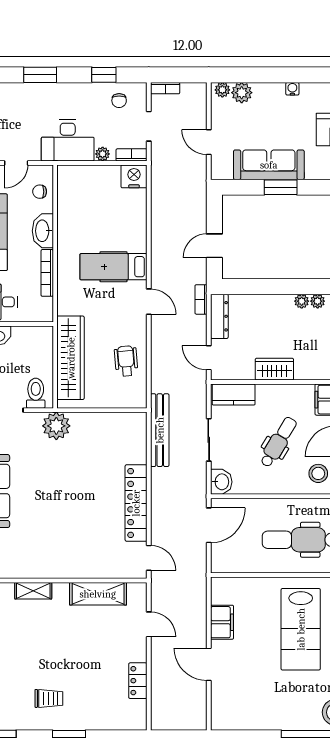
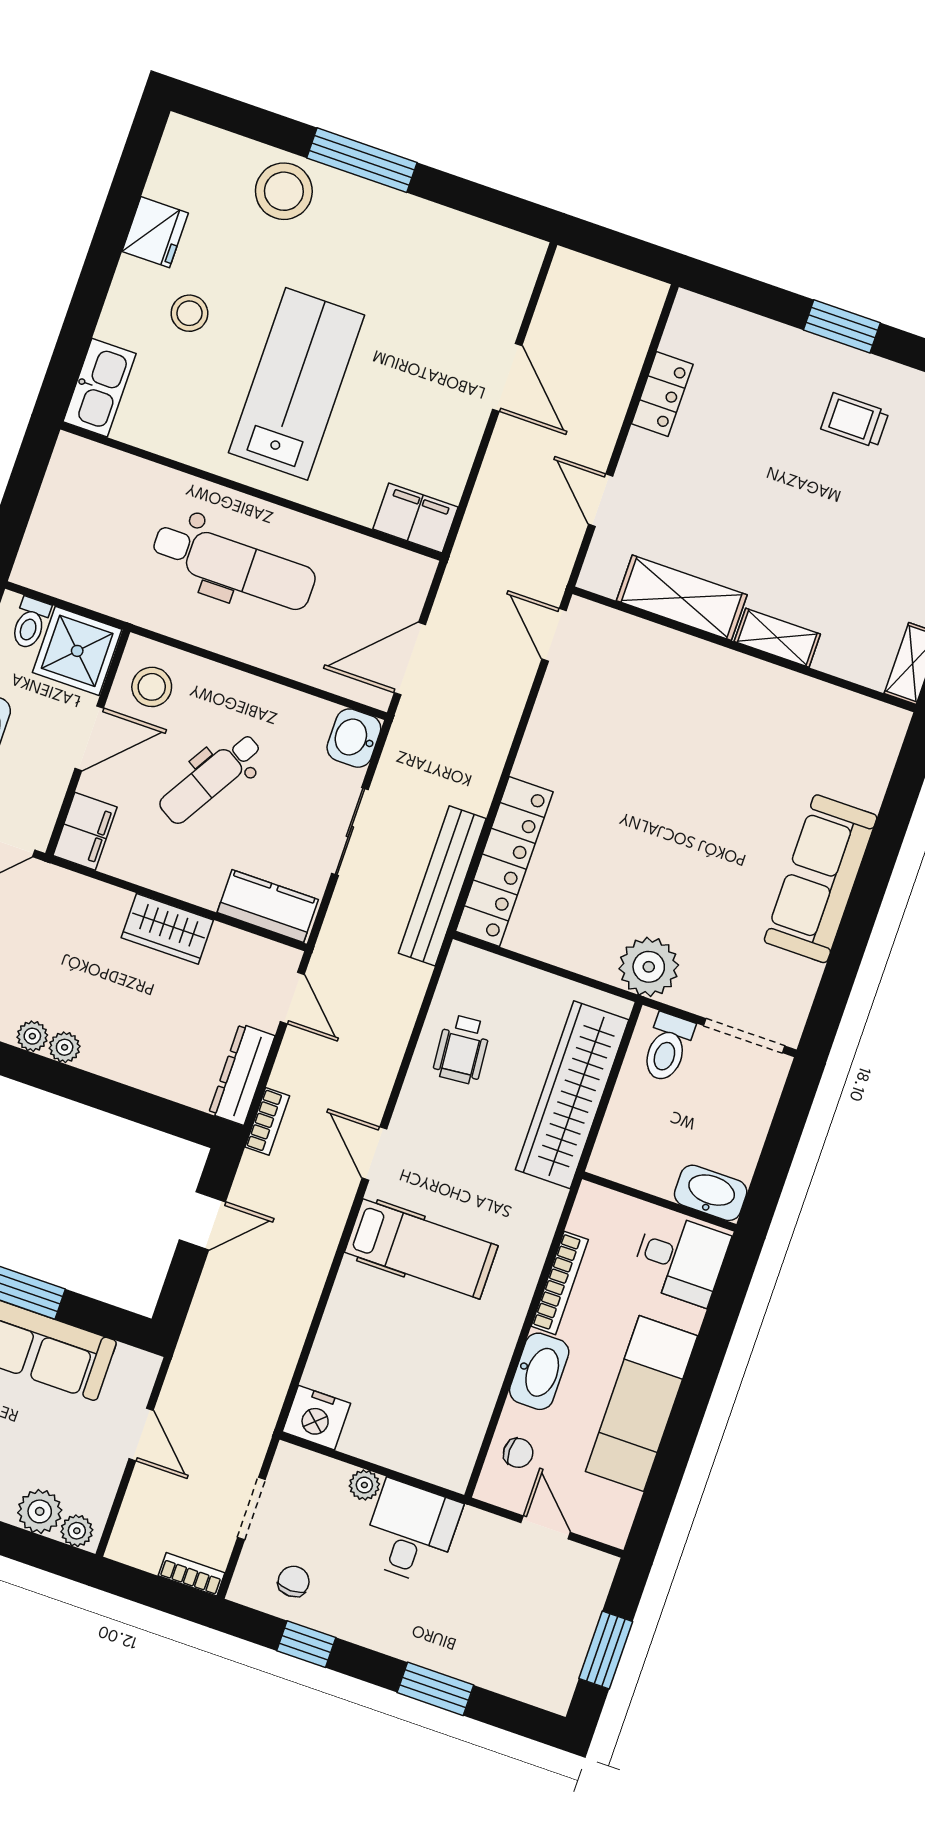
desk: (68, 140) -> (411, 1532), width x0.73
bookcase: (132, 155) -> (306, 1463), removed
door: (16, 163) -> (546, 1527), hinge flipped
locker: (136, 503) -> (504, 862), moved
shelving: (33, 591) -> (777, 638), moved
filing cabinet: (222, 622) -> (415, 518), moved, turned 90

